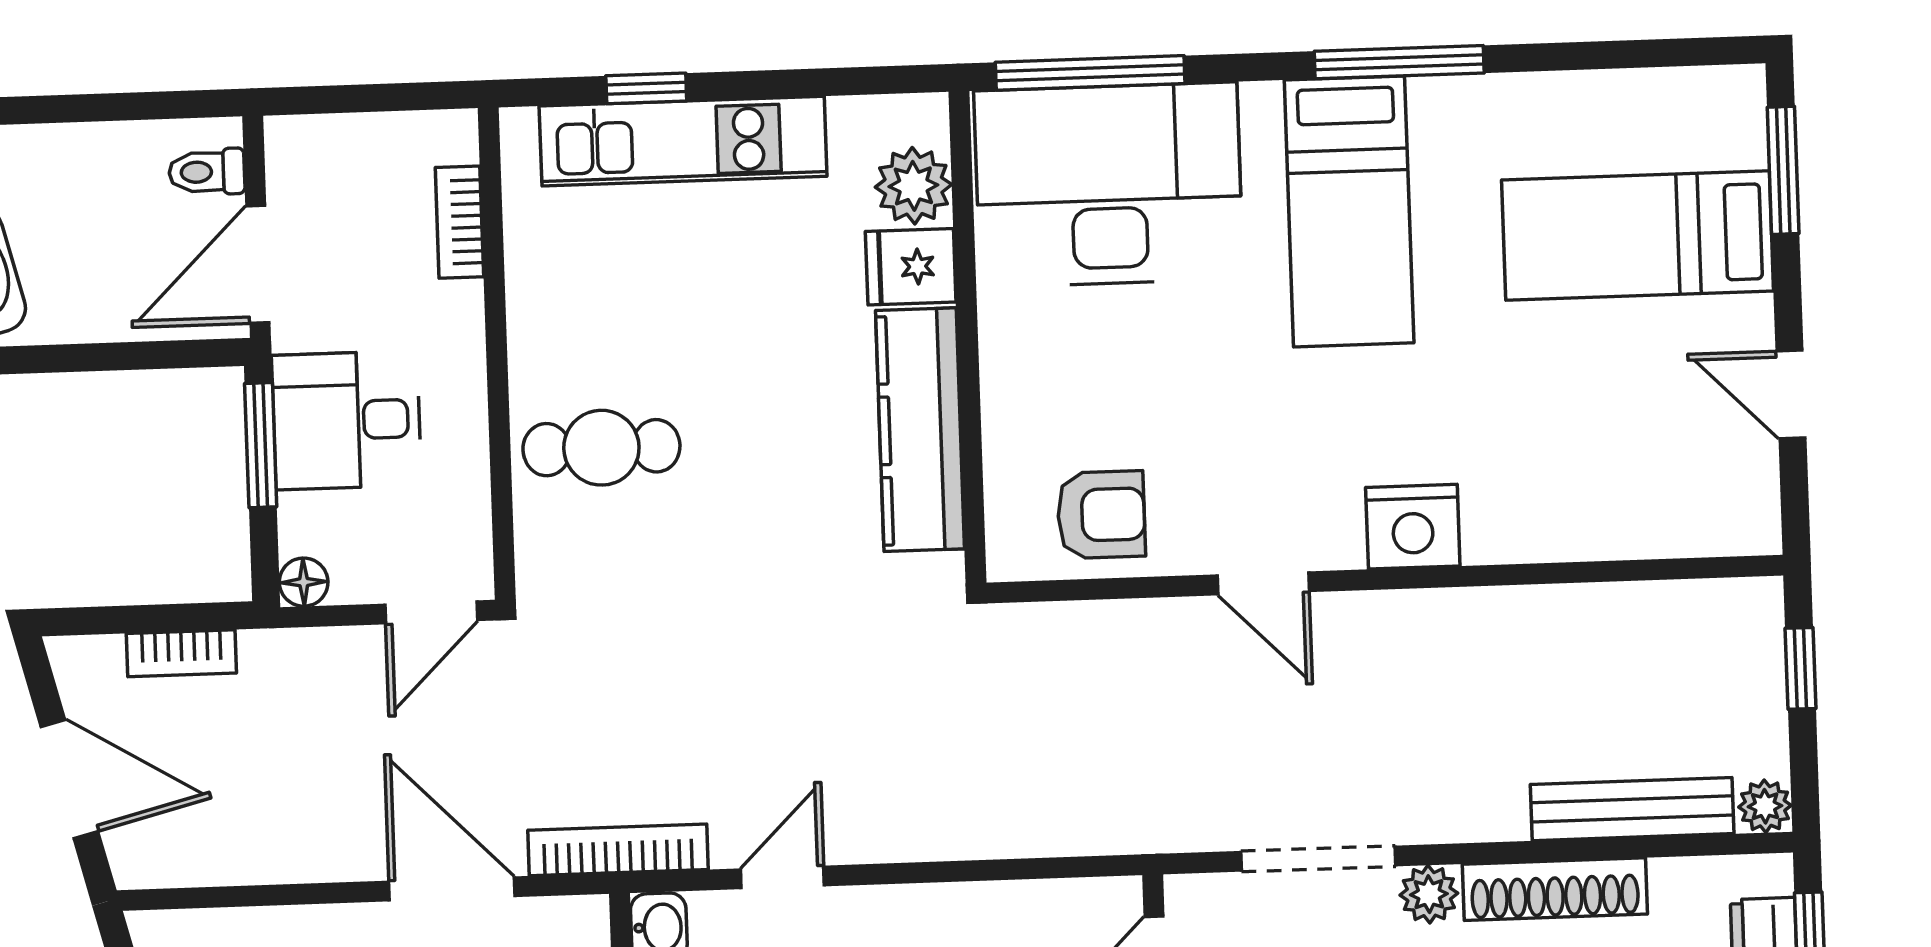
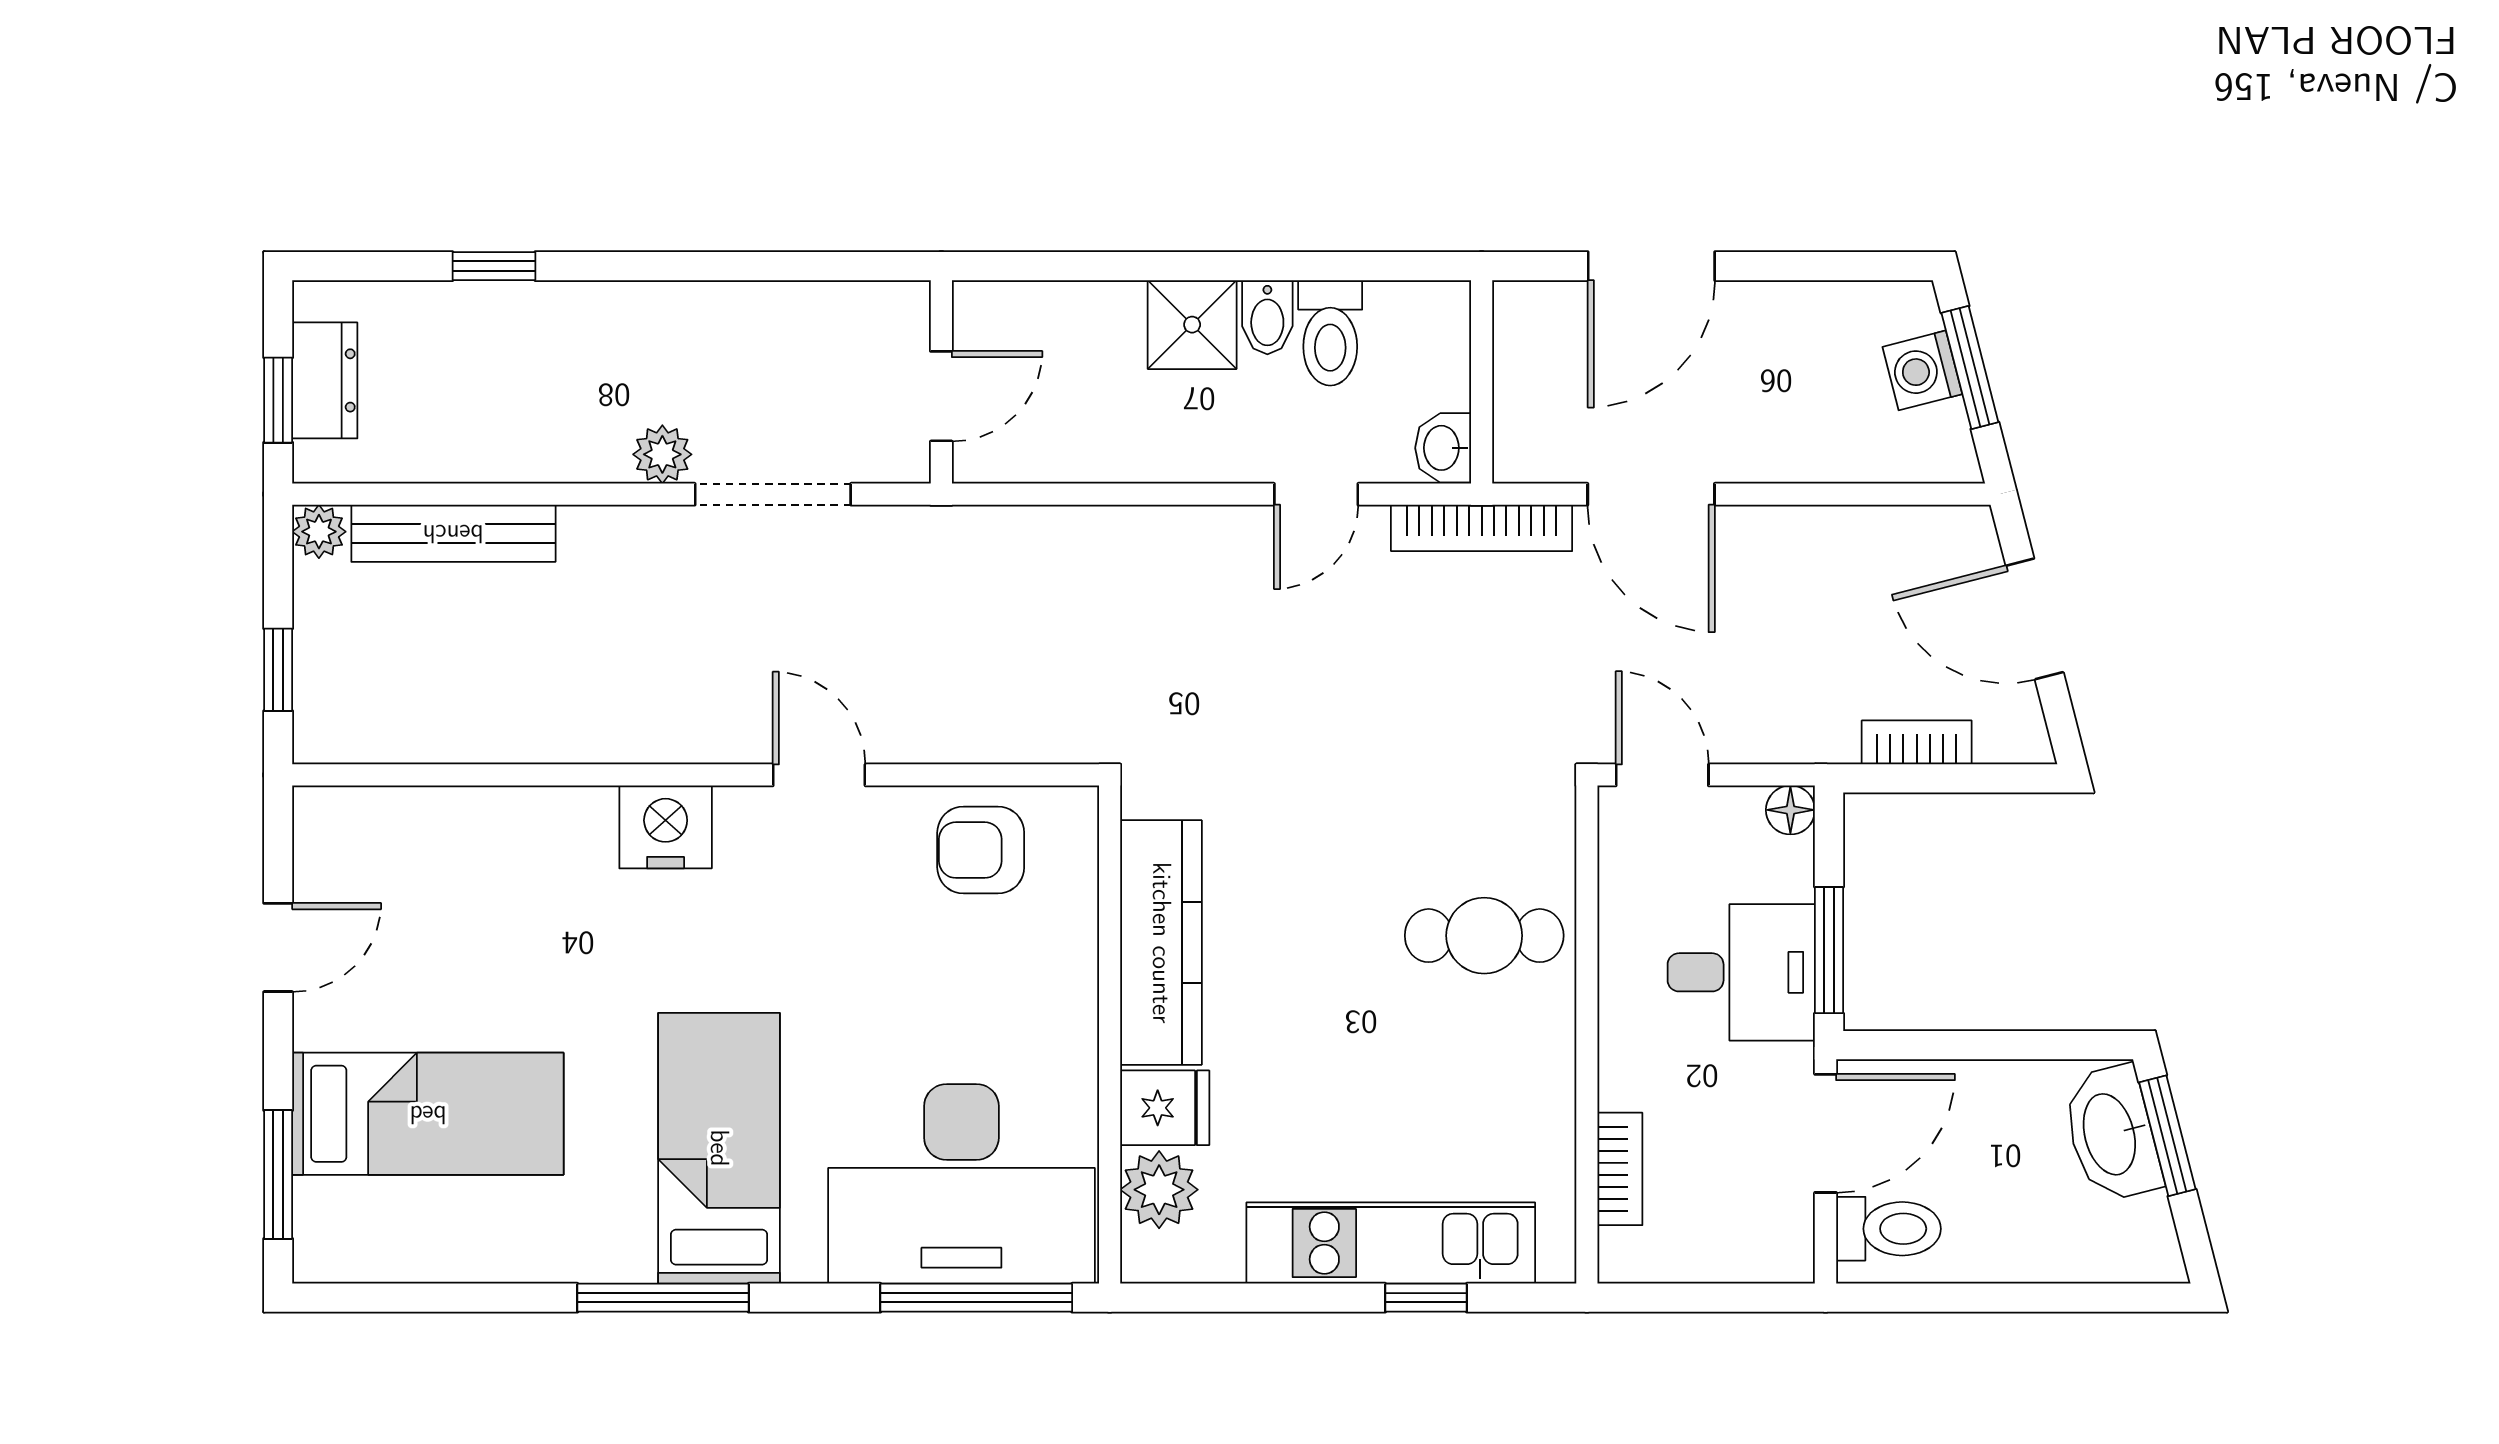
toilet: (207, 172) -> (1888, 1229), width x1.37, depth x1.39
door: (1791, 394) -> (278, 947), hinge flipped
door: (431, 612) -> (1662, 775), hinge flipped
shoe rack: (1555, 889) -> (535, 455), removed

